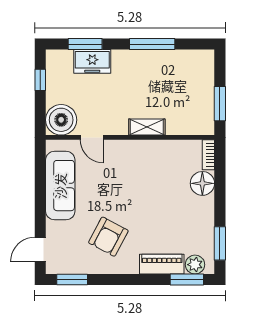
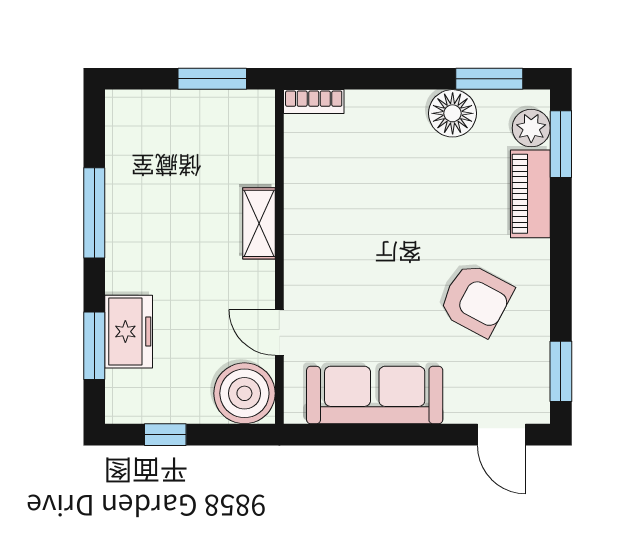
door: (92, 137) -> (279, 333), swing flipped
floor lamp: (202, 183) -> (453, 113), moved

